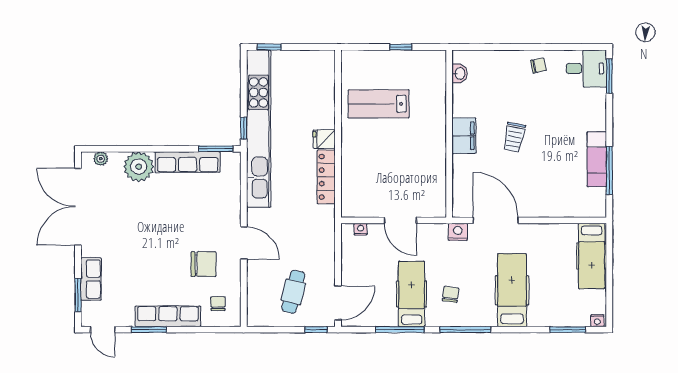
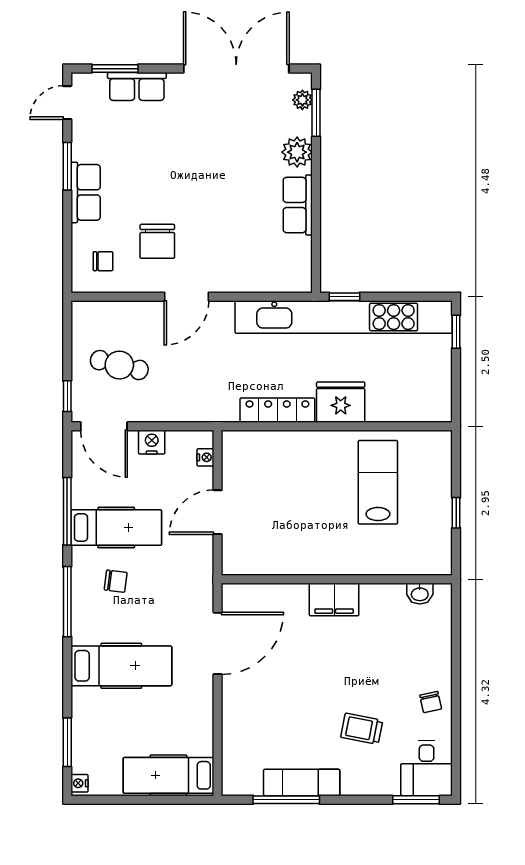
trolley: (514, 137) -> (362, 729), moved
fridge: (324, 139) -> (341, 402), width x1.88, depth x1.34
window: (216, 149) -> (316, 113), moved
row of seats: (188, 162) -> (298, 205), width x0.68
plant: (139, 167) -> (297, 152), width x0.73, depth x0.73
nightstand: (458, 232) -> (152, 442), moved, turned -90
row of seats: (168, 316) -> (86, 192), width x0.68

